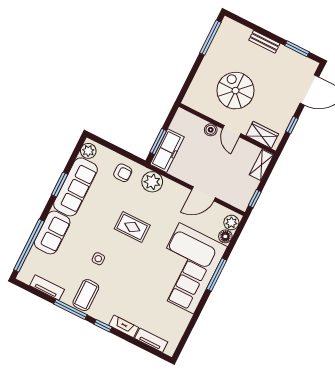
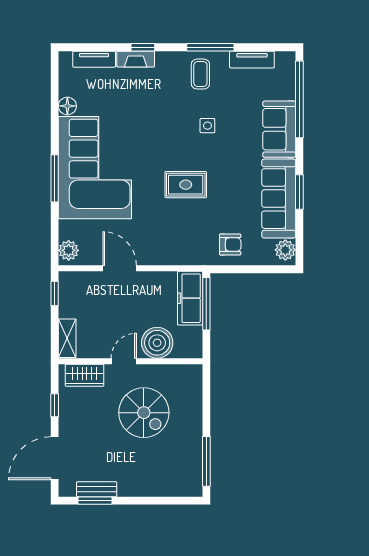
bench: (264, 42) -> (97, 489), moved
boiler: (211, 130) -> (157, 343), width x1.86, depth x1.86
door: (232, 131) -> (124, 361), hinge flipped
window: (158, 142) -> (206, 304), width x1.44
armchair: (123, 173) -> (230, 245), turned 180
plant: (152, 182) -> (189, 251), removed
door: (204, 194) -> (120, 268), hinge flipped
floor lamp: (225, 236) -> (67, 106), moved
coffee table: (86, 295) -> (200, 74), width x0.73, depth x0.77
window: (103, 326) -> (143, 47), moved

